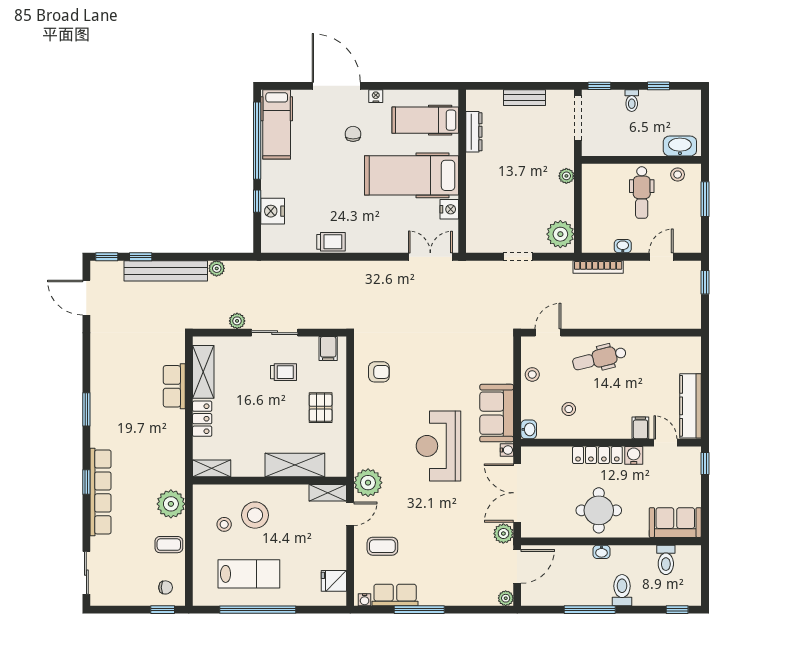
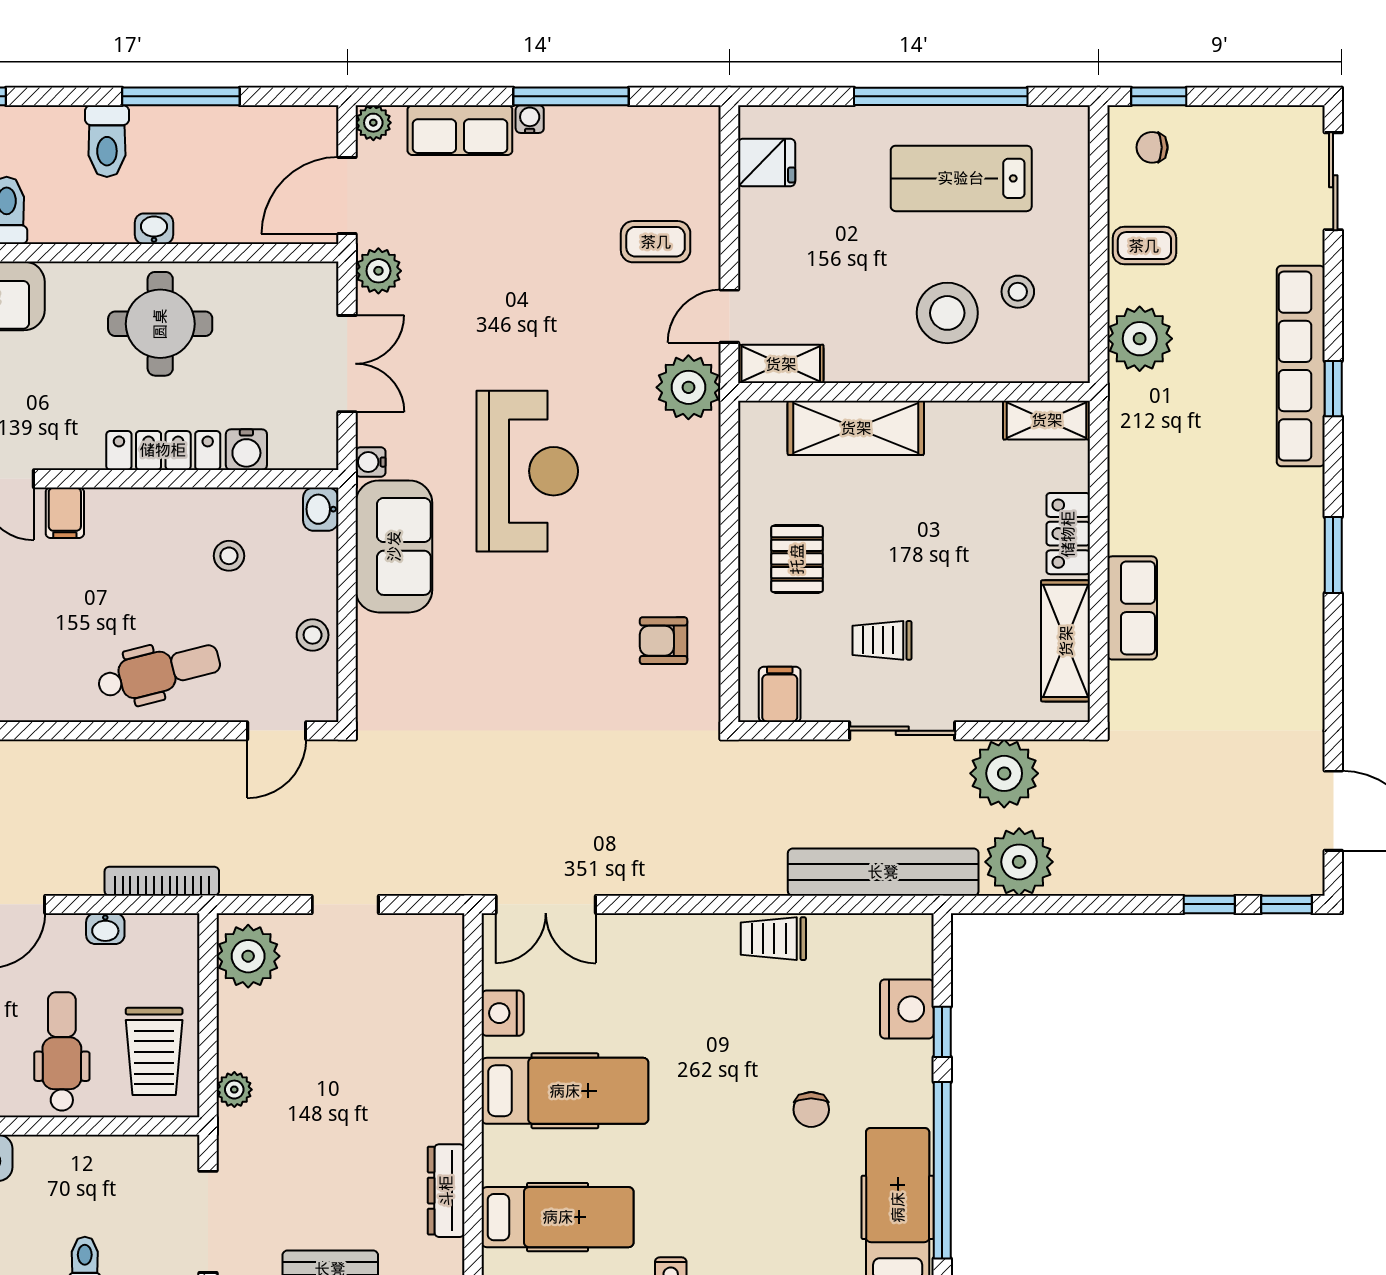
chair: (353, 134) -> (811, 1110), moved
hospital bed: (411, 175) -> (565, 1091), width x0.73, depth x0.78
trolley: (601, 193) -> (154, 1051), added
plant: (217, 268) -> (1019, 862), width x1.88, depth x1.88
bench: (166, 271) -> (883, 872), moved
plant: (237, 321) -> (1004, 773), width x1.87, depth x1.87
water cooler: (634, 455) -> (246, 450), moved
double door: (517, 493) -> (347, 364), width x0.73
row of seats: (395, 595) -> (460, 130), moved
water cooler: (365, 600) -> (530, 119), moved

